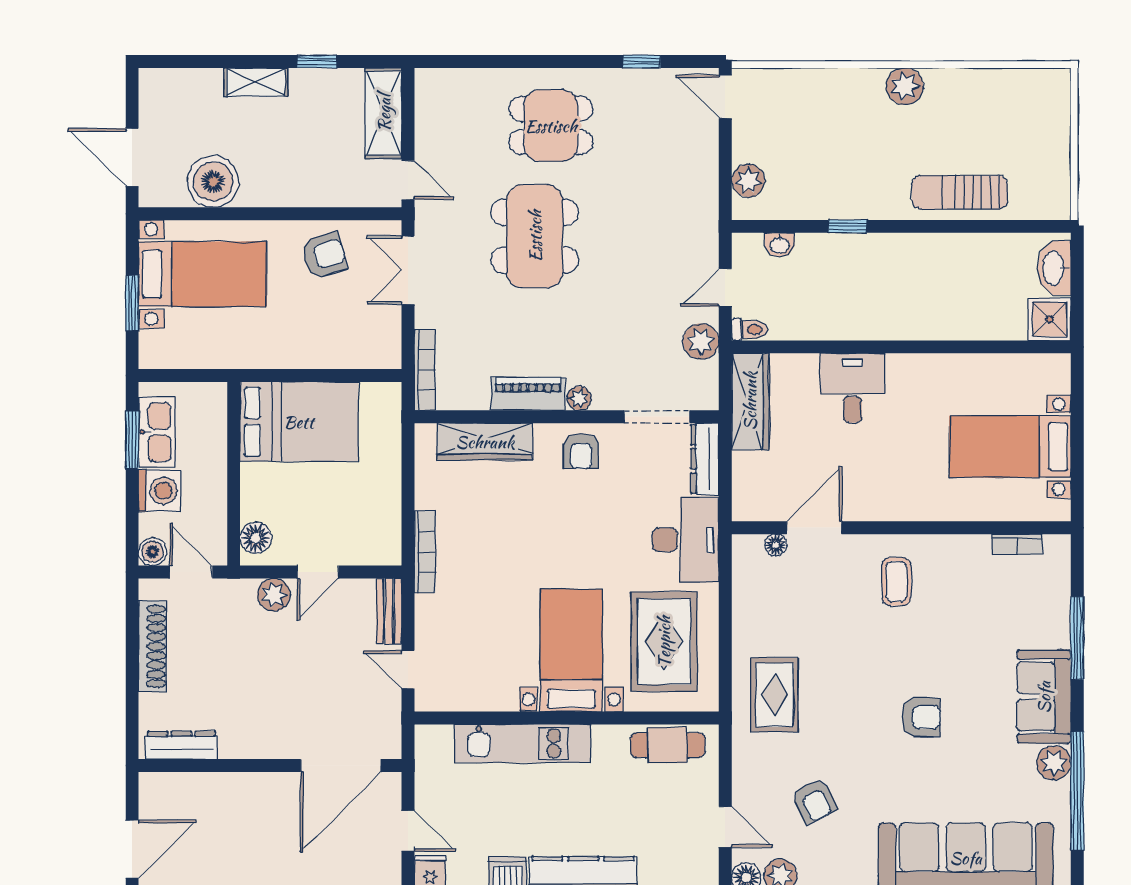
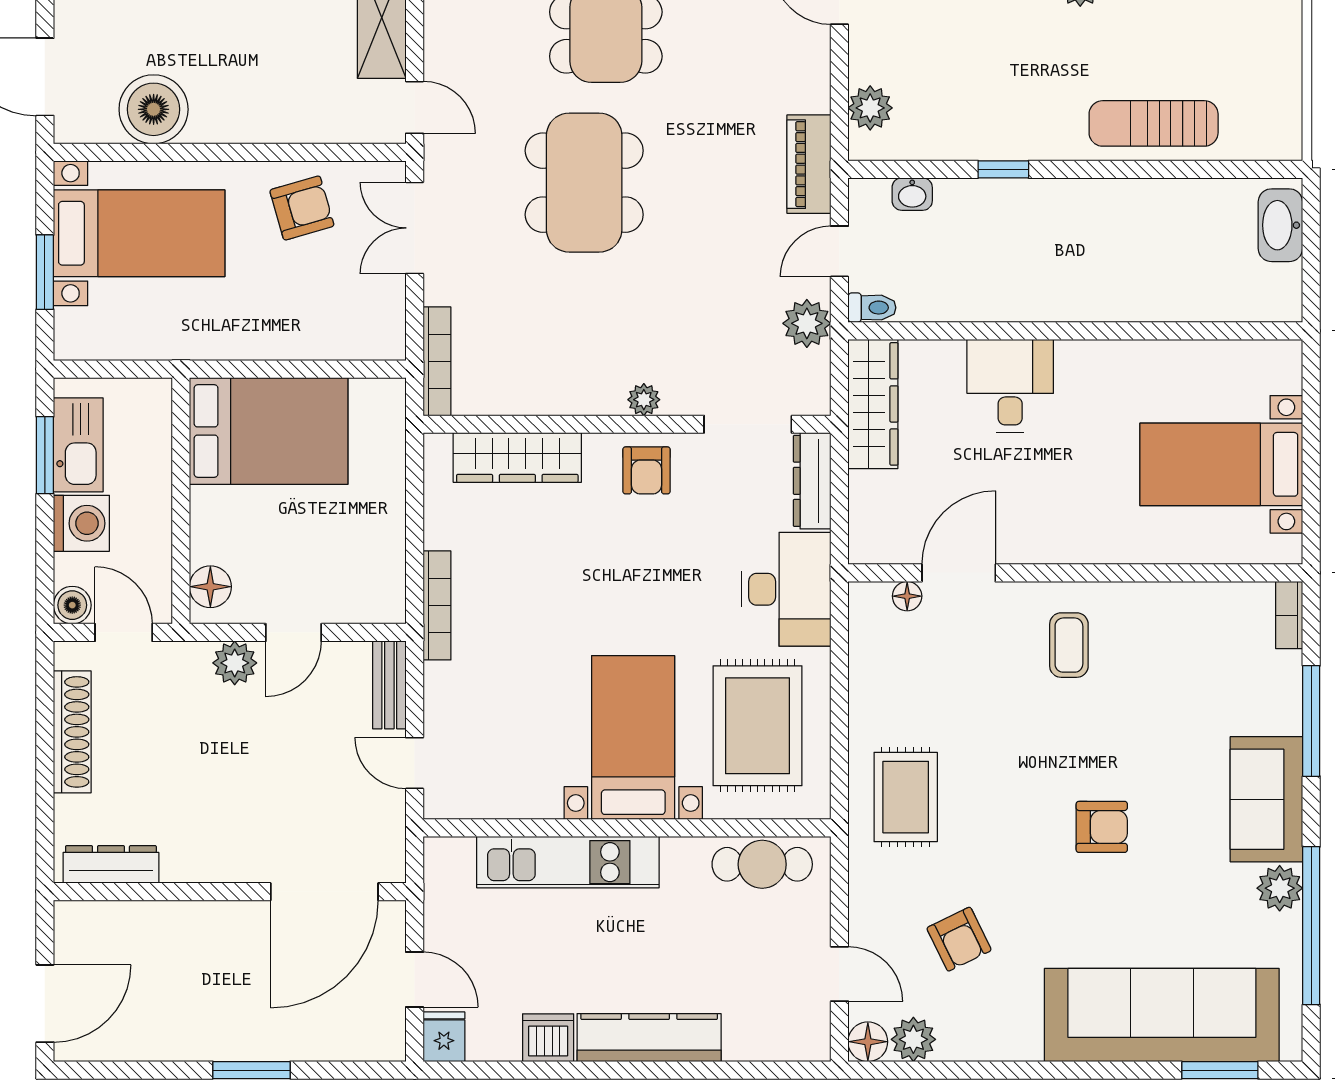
shower: (1050, 319) -> (1274, 294), removed
piano: (528, 394) -> (809, 164), moved, turned -90
bookcase: (1017, 544) -> (1289, 615), moved, turned 90

